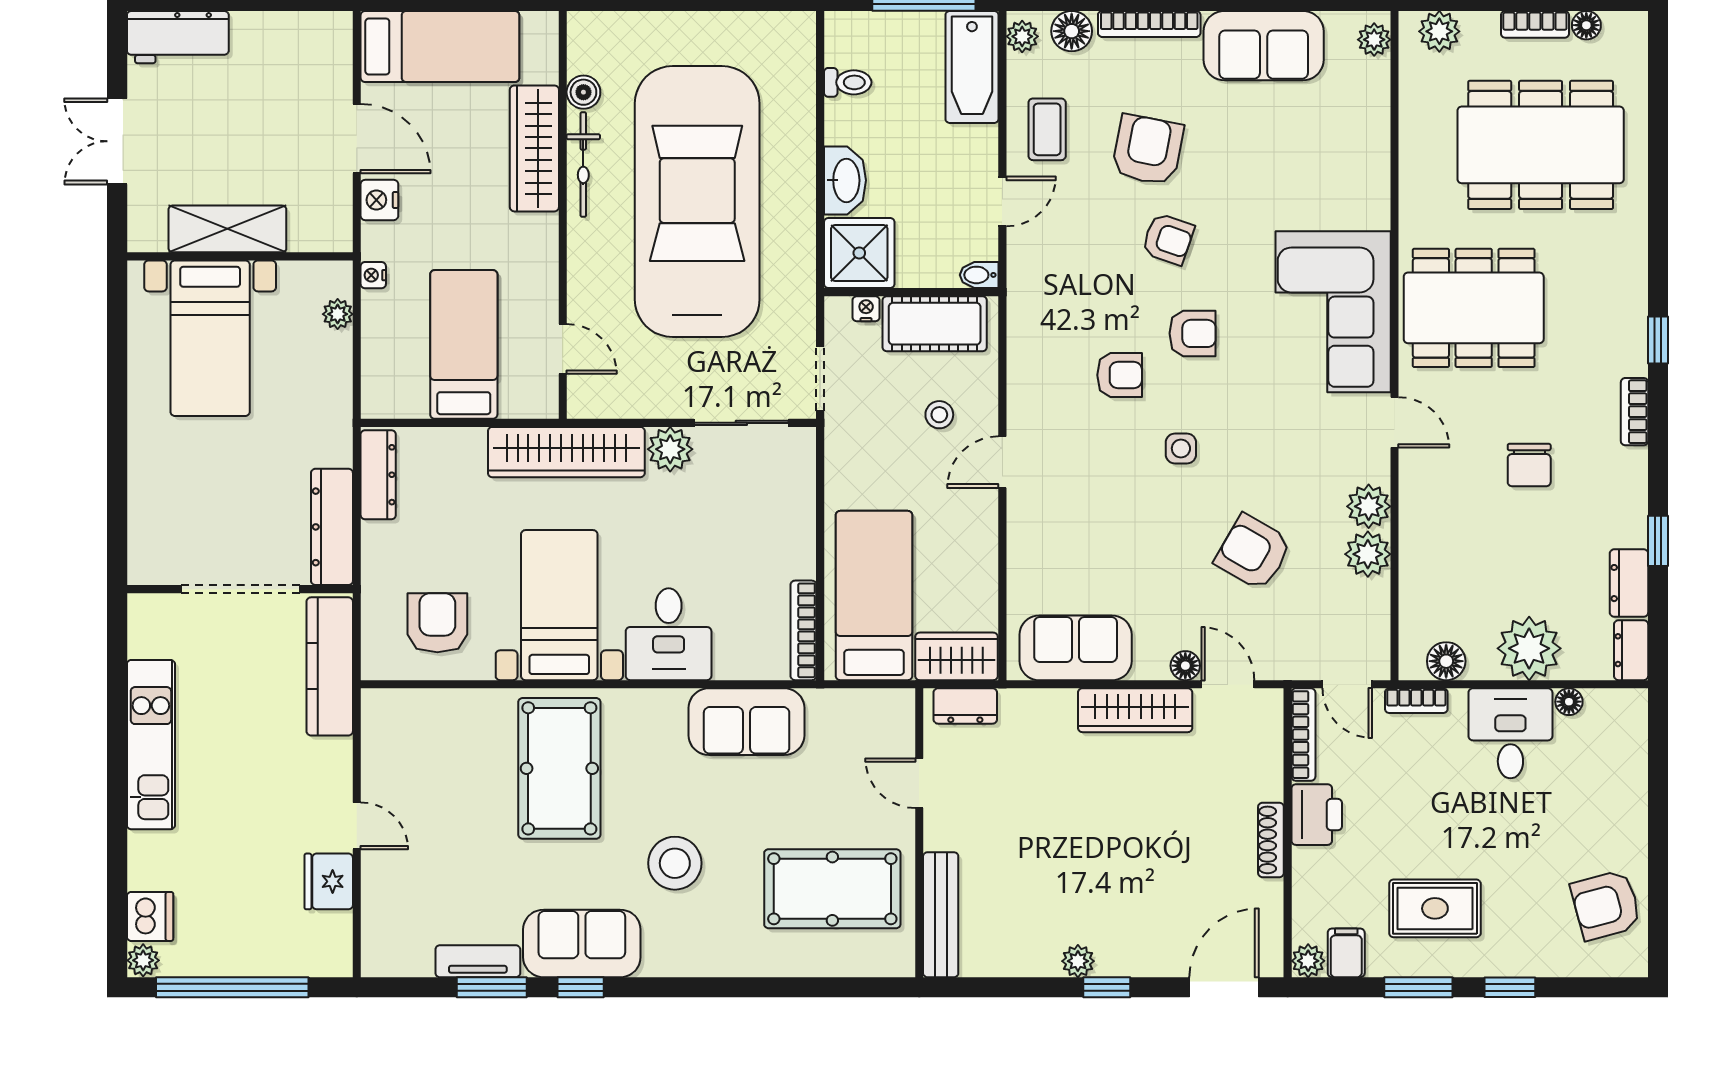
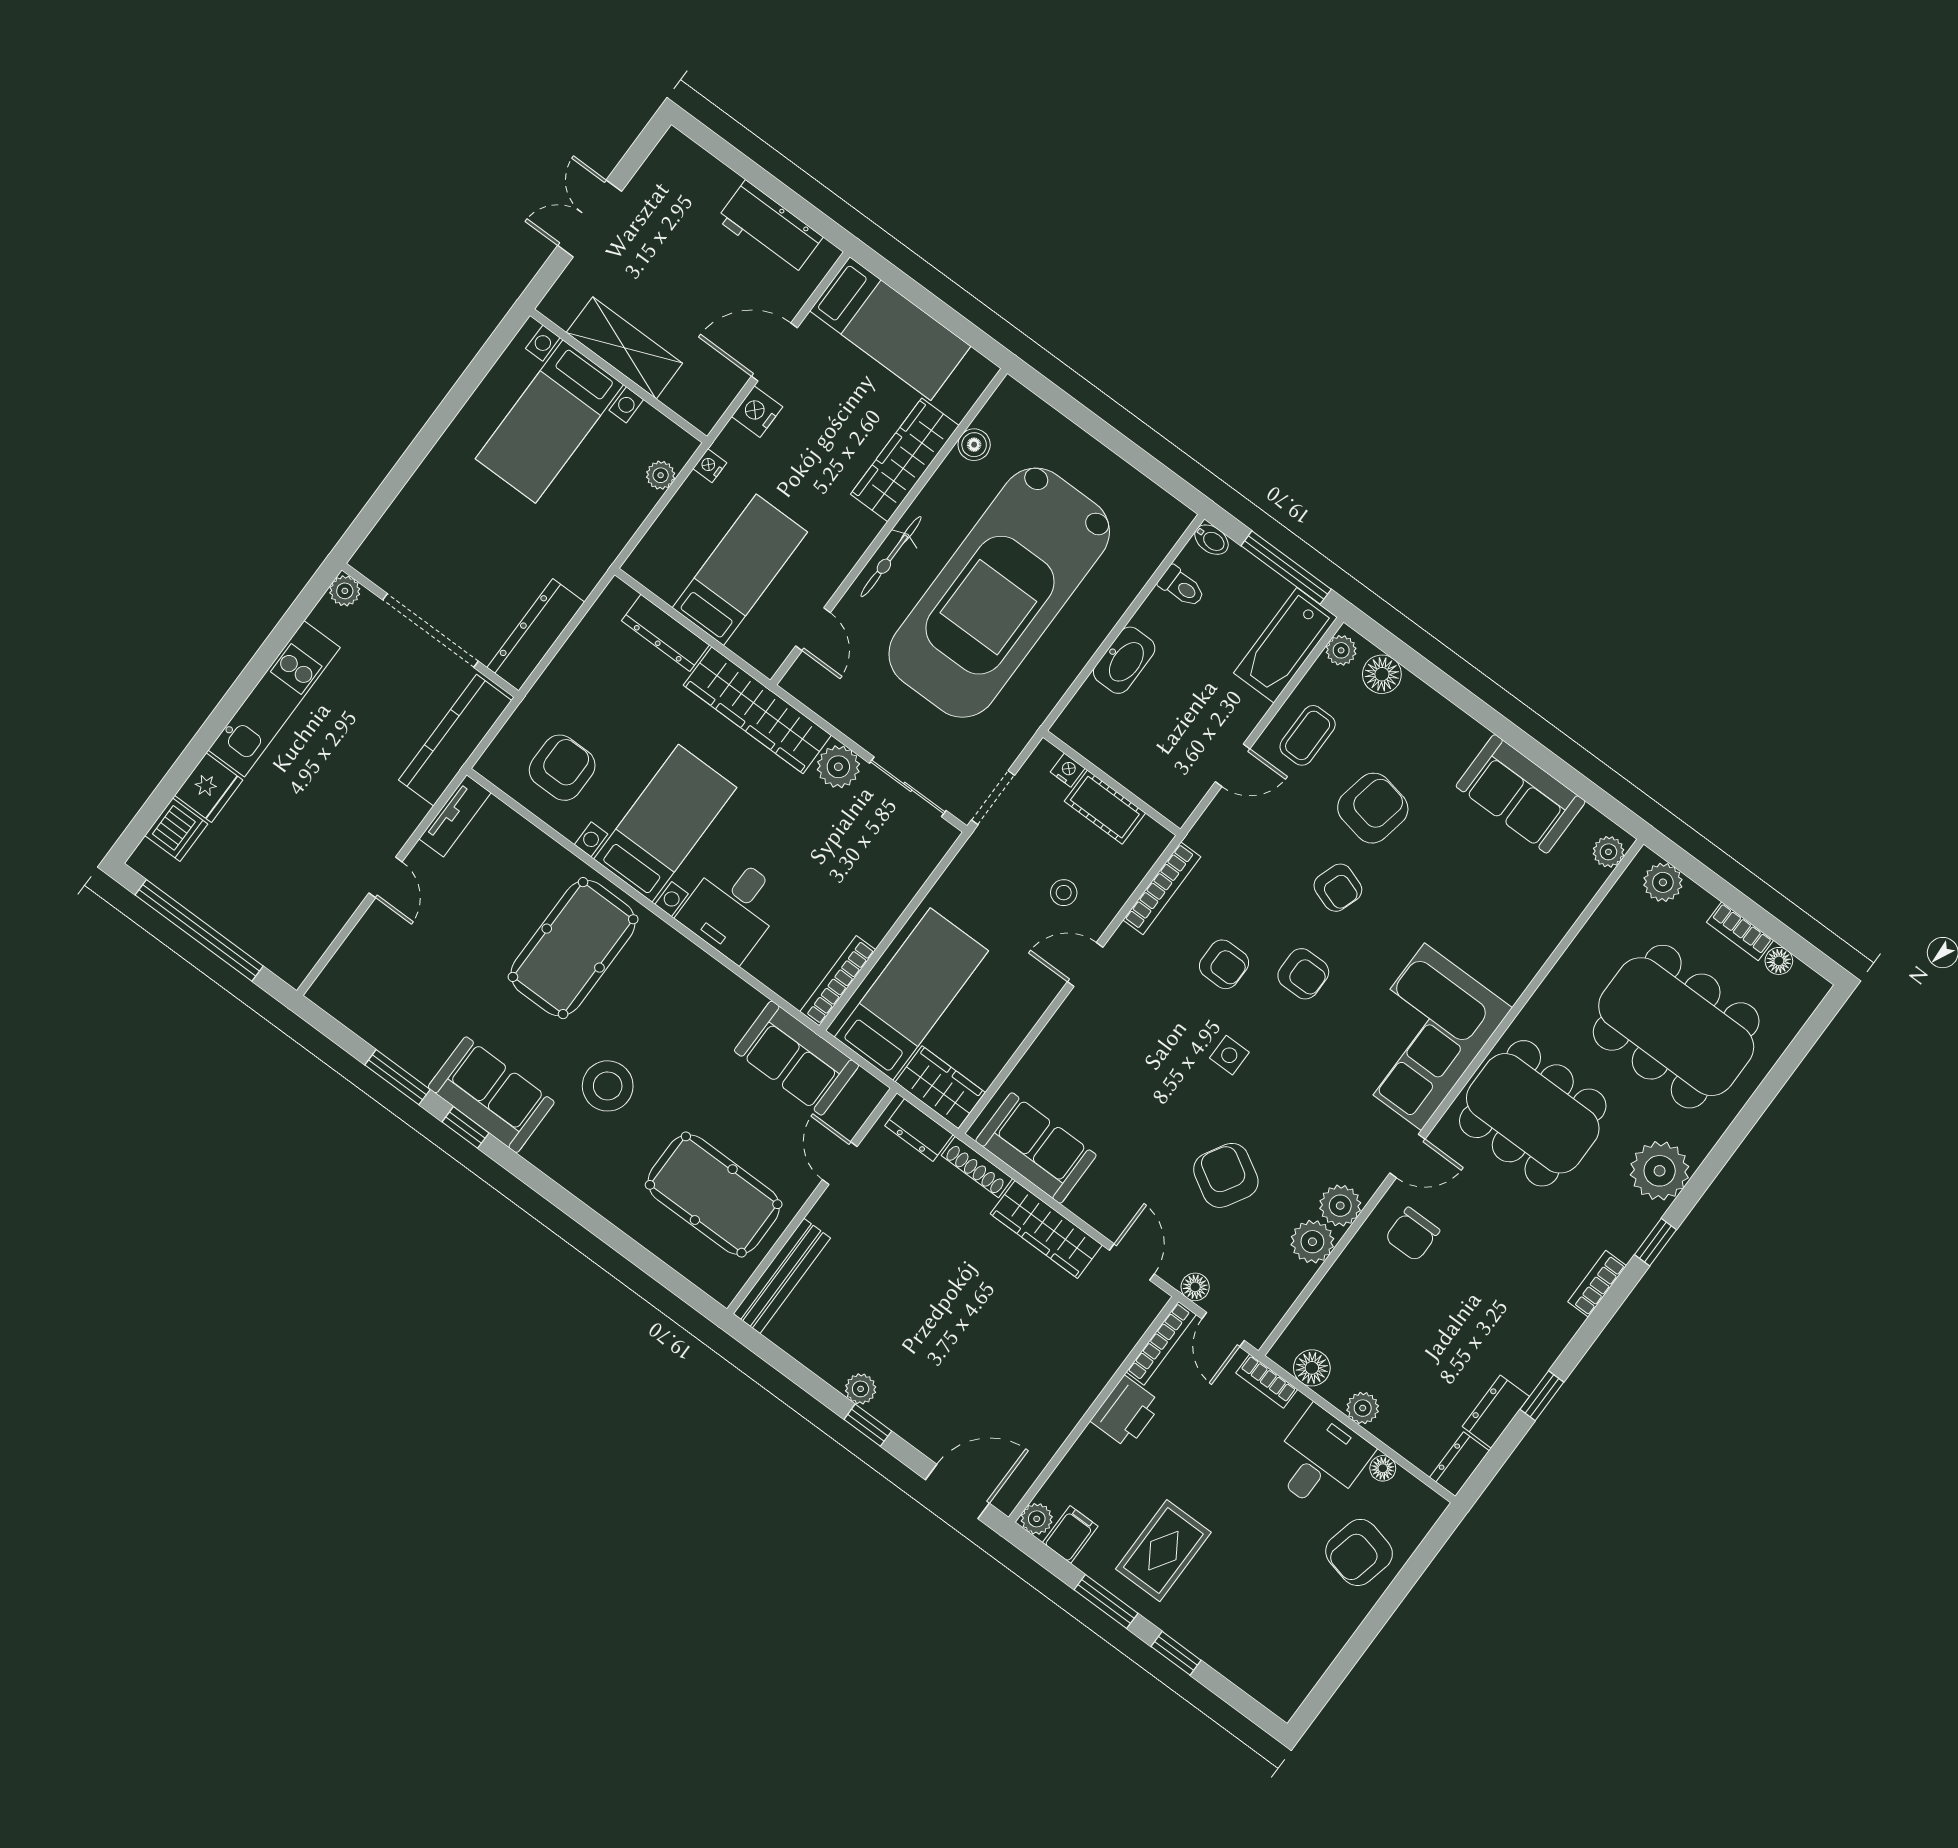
bookcase: (1149, 24) -> (1162, 888), moved, turned -90
workbench: (178, 37) -> (770, 228), moved
door: (357, 139) -> (774, 352), swing flipped
bicycle: (583, 164) -> (891, 557), moved
car: (697, 202) -> (999, 593), turned 180
shower: (859, 253) -> (1094, 724), removed
bidet: (979, 275) -> (1211, 540), moved, turned 180
plant: (1617, 277) -> (1660, 1171), added
cot: (935, 324) -> (1105, 807), width x0.73, depth x0.75
door: (1395, 422) -> (1407, 1156), hinge flipped
chair: (1529, 465) -> (1412, 1234), moved
dresser: (378, 475) -> (665, 633), moved, turned 90
plant: (1529, 648) -> (1363, 1408), width x0.53, depth x0.53
floor lamp: (1185, 666) -> (1195, 1287), moved
sofa: (747, 722) -> (796, 1058), moved
shoe rack: (1271, 840) -> (977, 1167), moved, turned -90
fridge: (329, 881) -> (209, 788), moved, turned 180
armchair: (1606, 905) -> (1359, 1552), moved, turned -62
rug: (1435, 908) -> (1163, 1551), turned 90
plant: (143, 960) -> (345, 591), moved
tv unit: (478, 961) -> (455, 816), moved, turned 90

